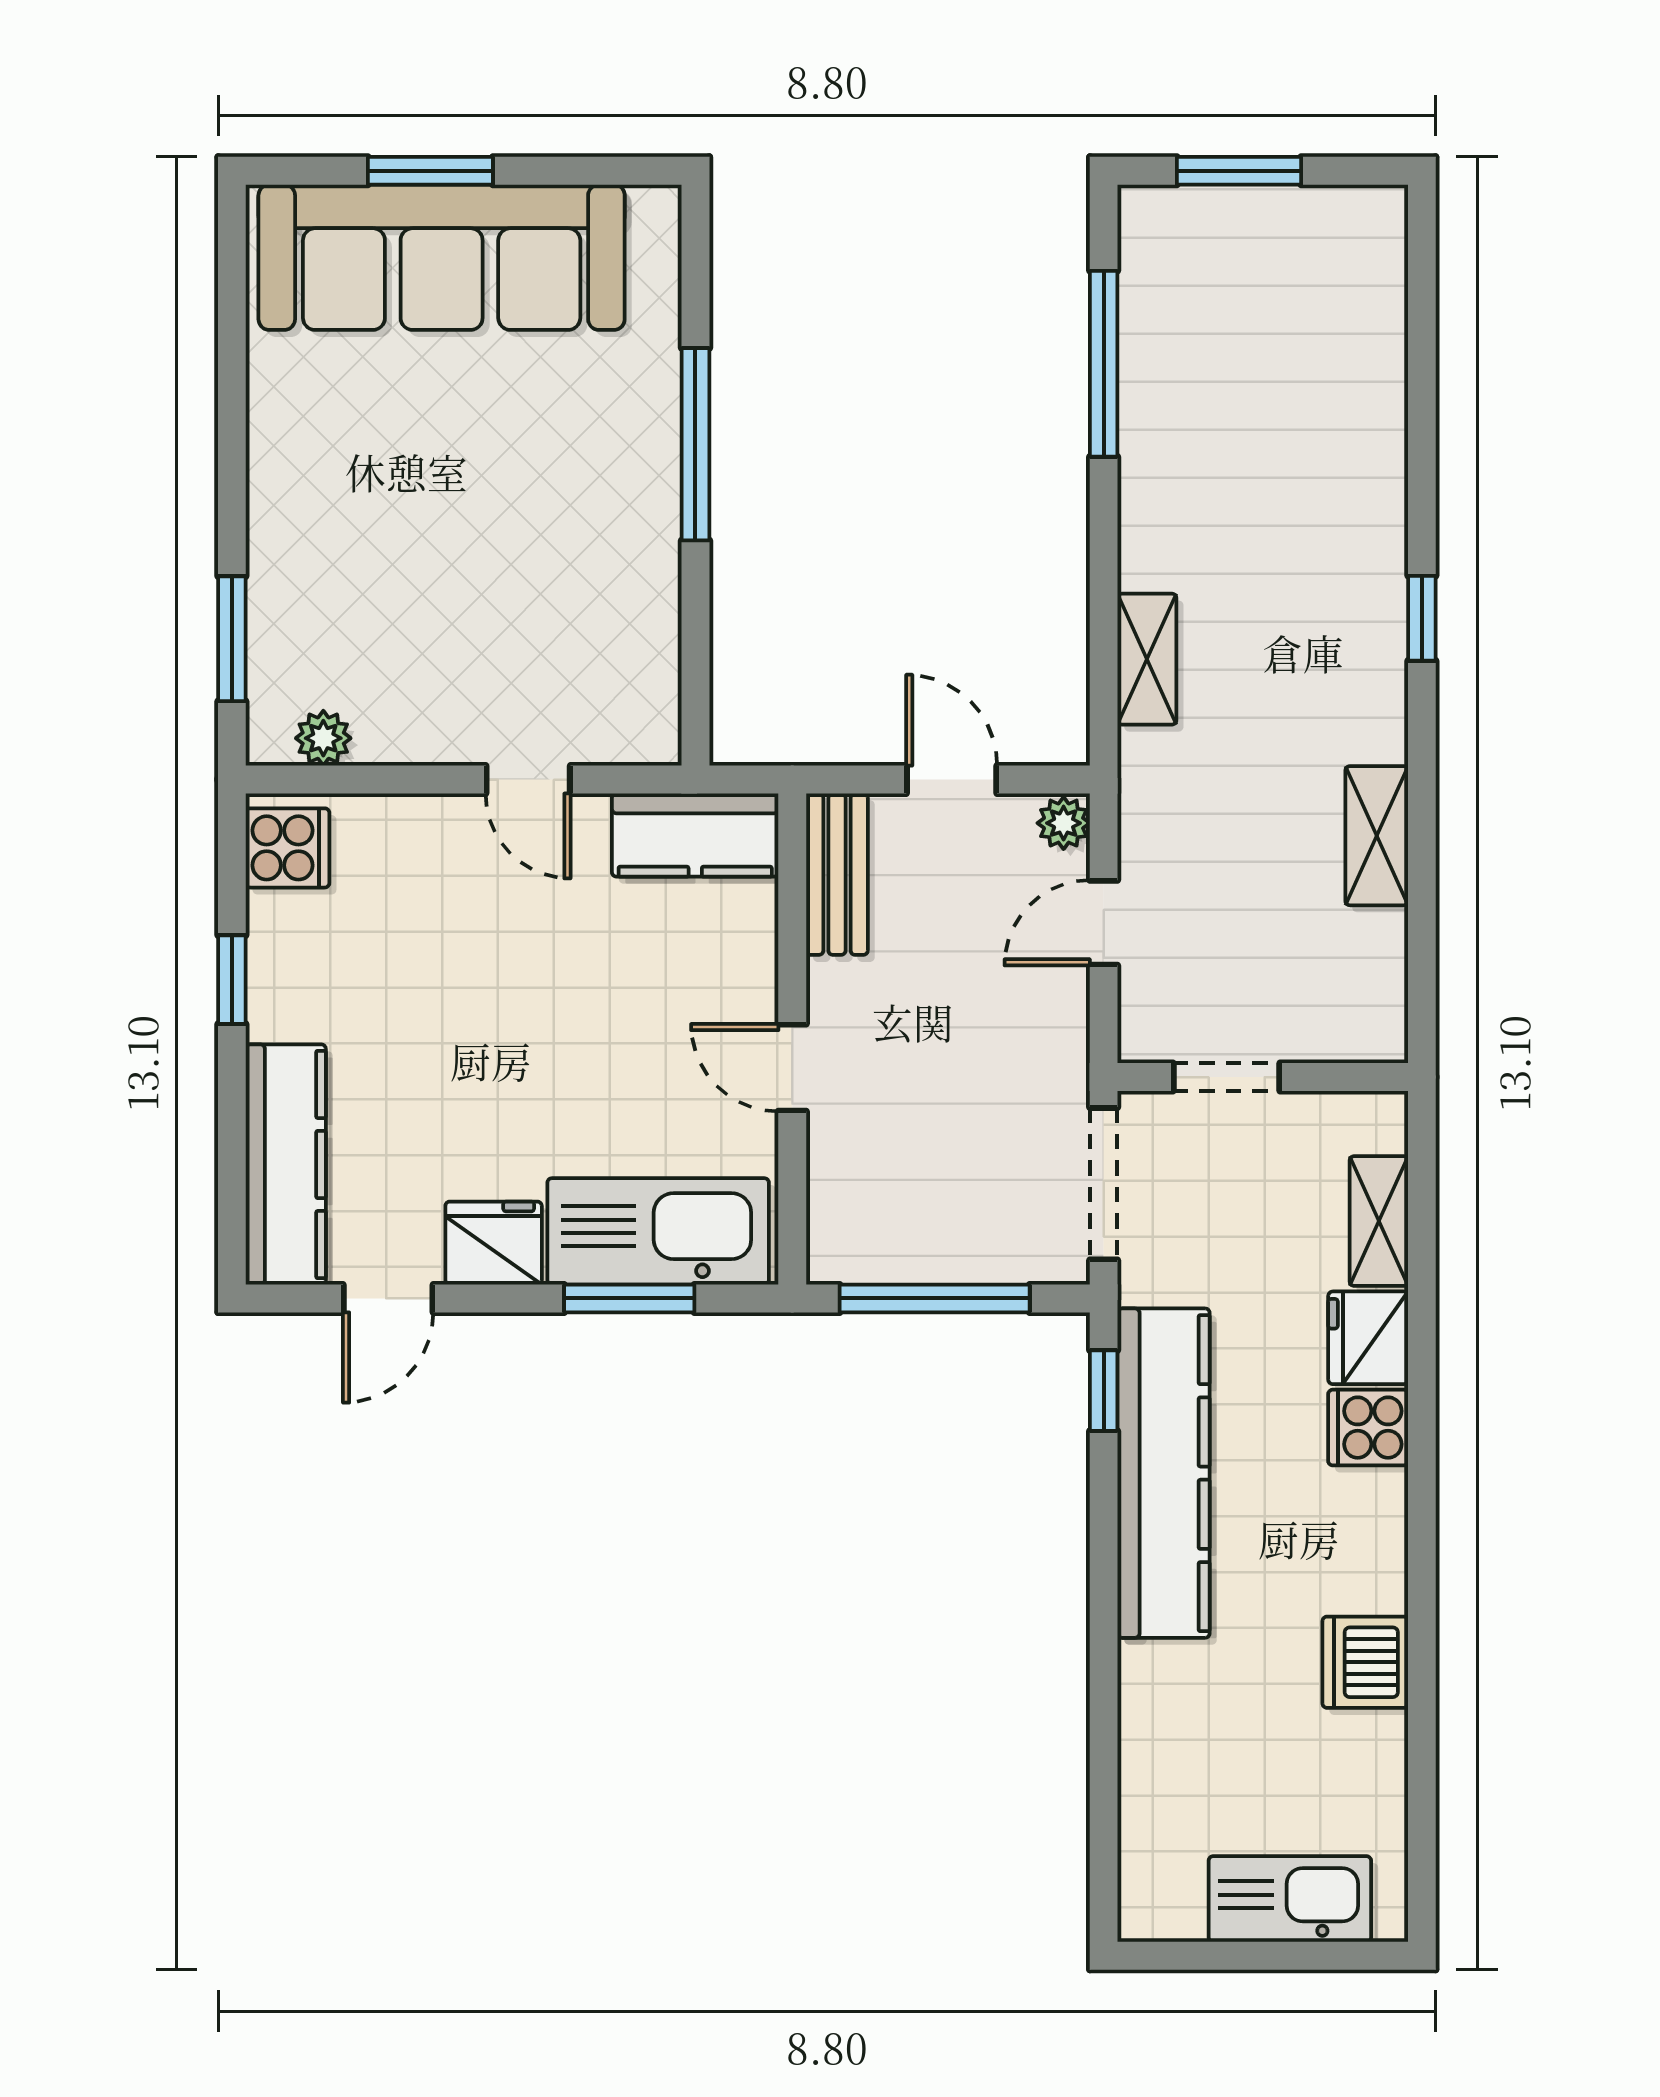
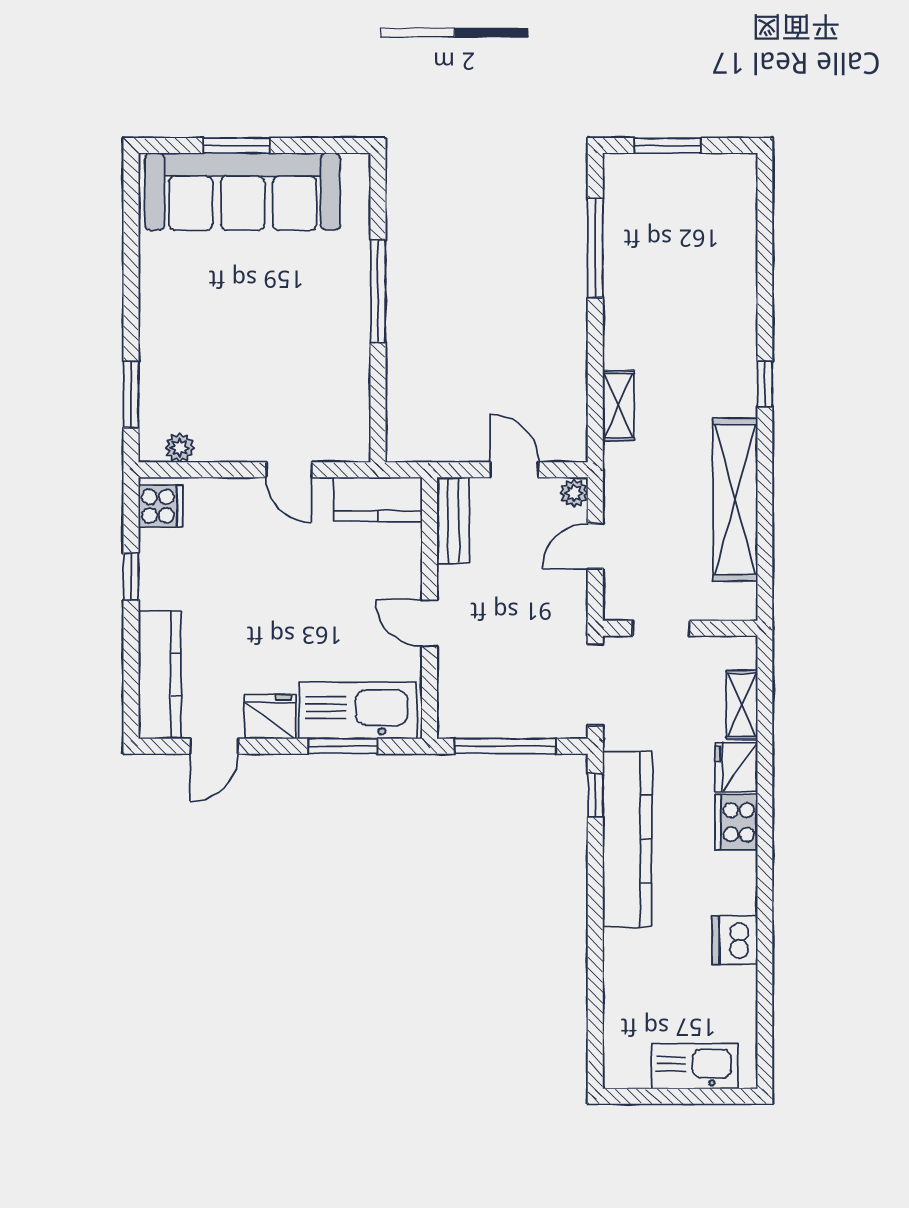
shelving: (1377, 836) -> (735, 500), width x2.20, depth x1.33
cooker: (1368, 1428) -> (736, 822), width x1.36

